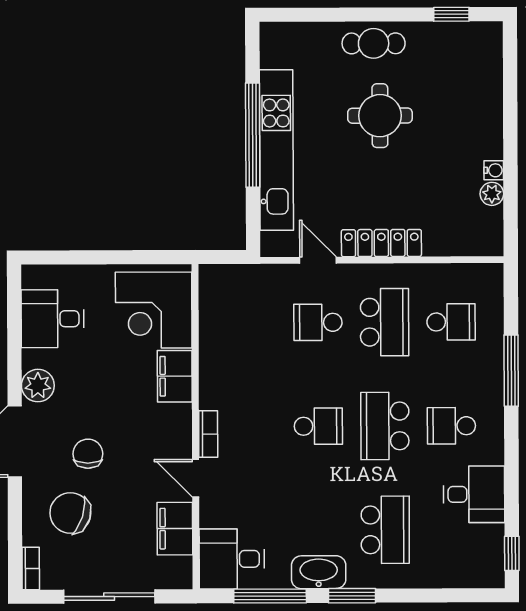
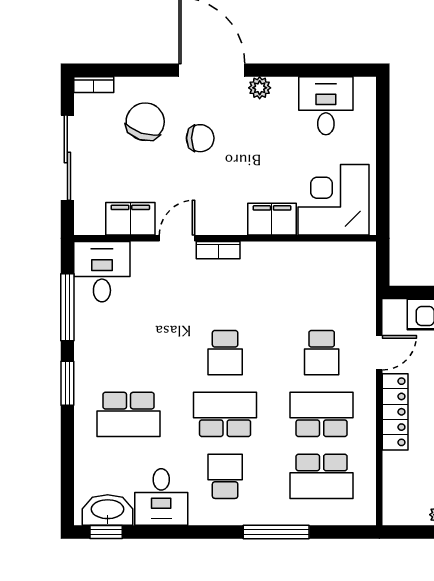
school desk: (318, 322) -> (322, 353), turned 180
school desk: (384, 322) -> (322, 414), turned 180
school desk: (451, 322) -> (322, 476), width x1.85
plant: (38, 386) -> (260, 88), width x0.73, depth x0.73
washbasin: (319, 572) -> (108, 510), moved, turned -90

